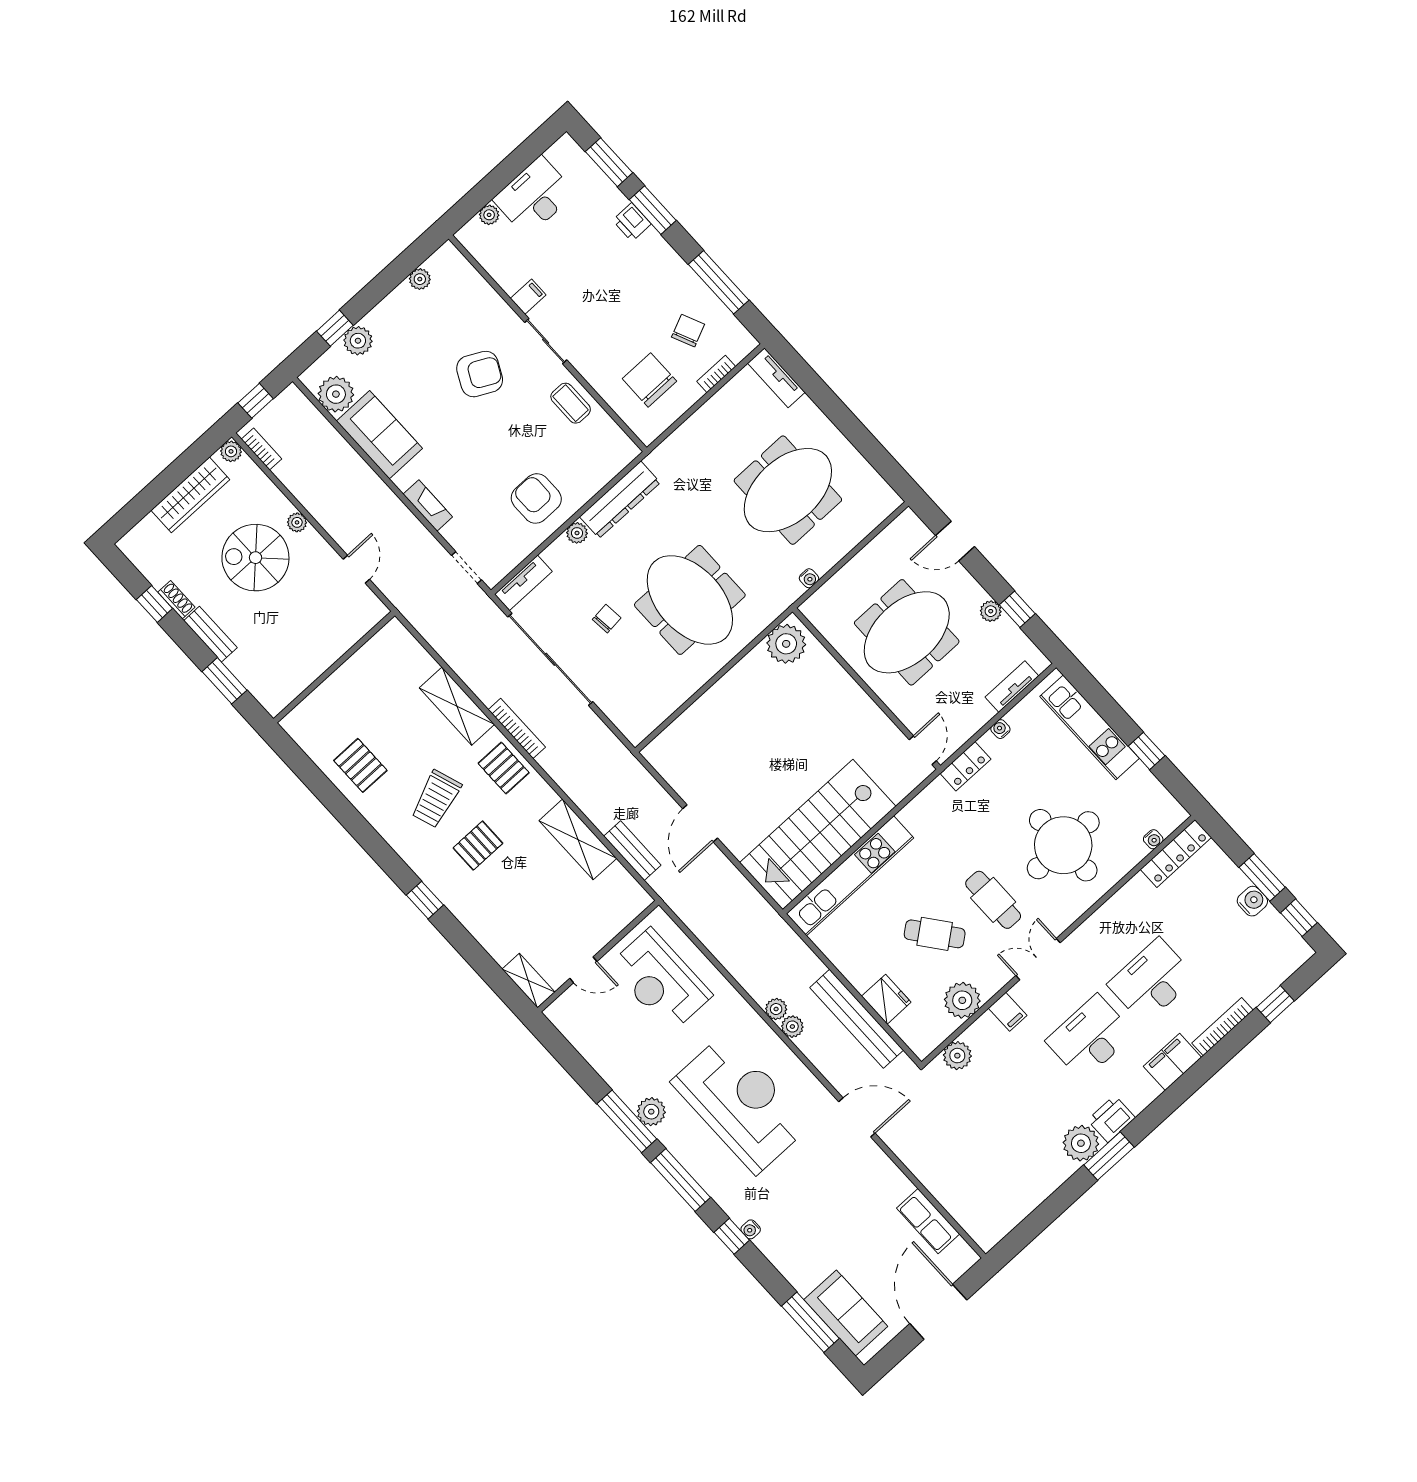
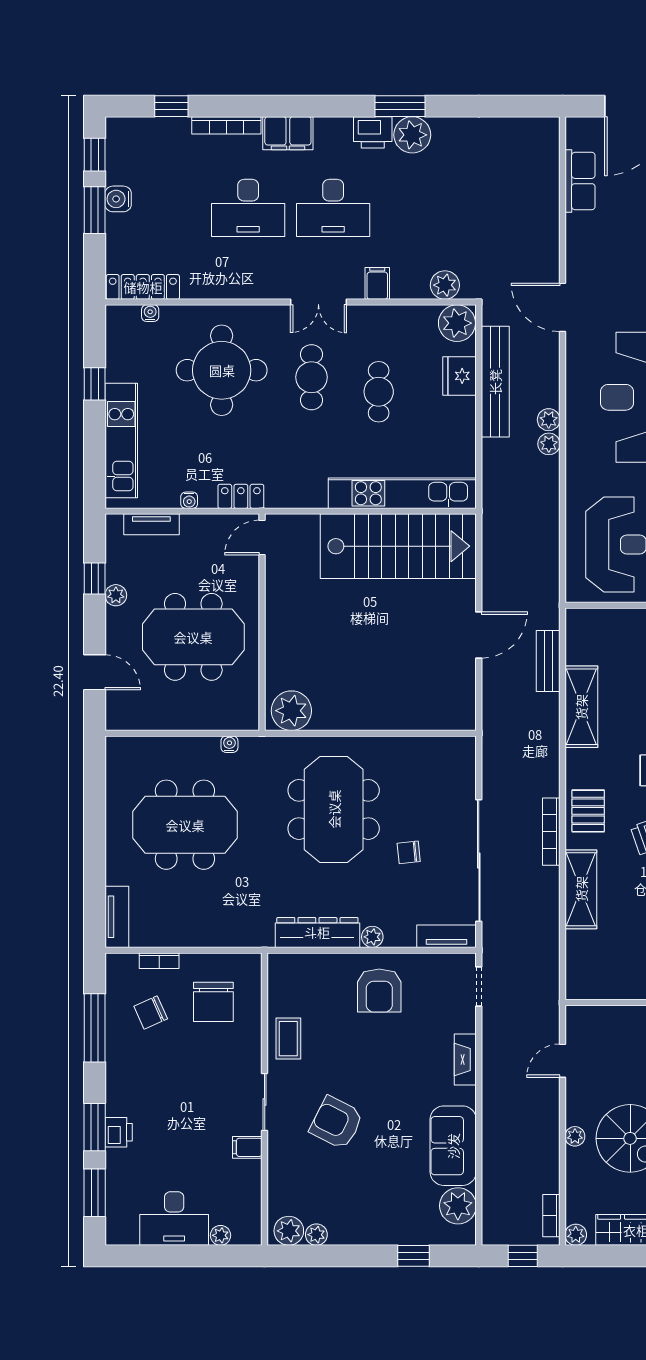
plant: (358, 341) -> (289, 1231), moved
cafe table: (935, 934) -> (379, 392), turned 38
plant: (962, 1000) -> (457, 323), moved

